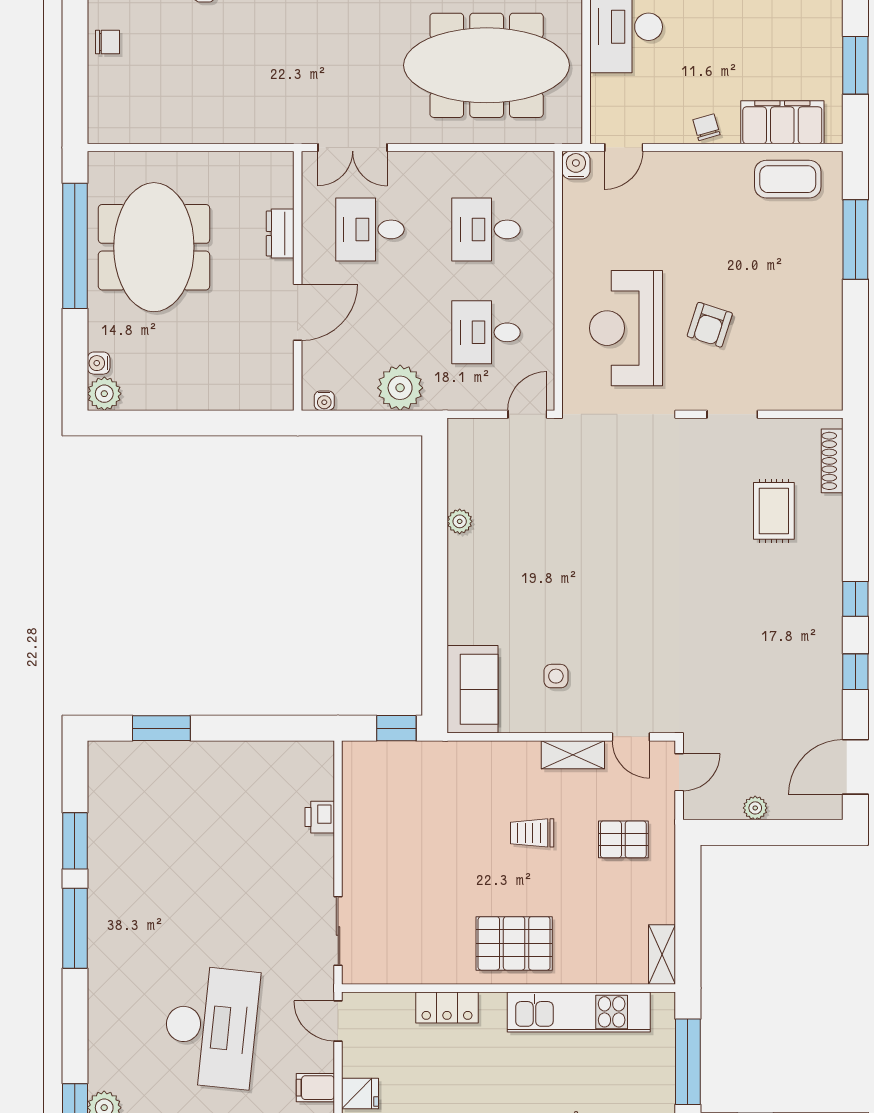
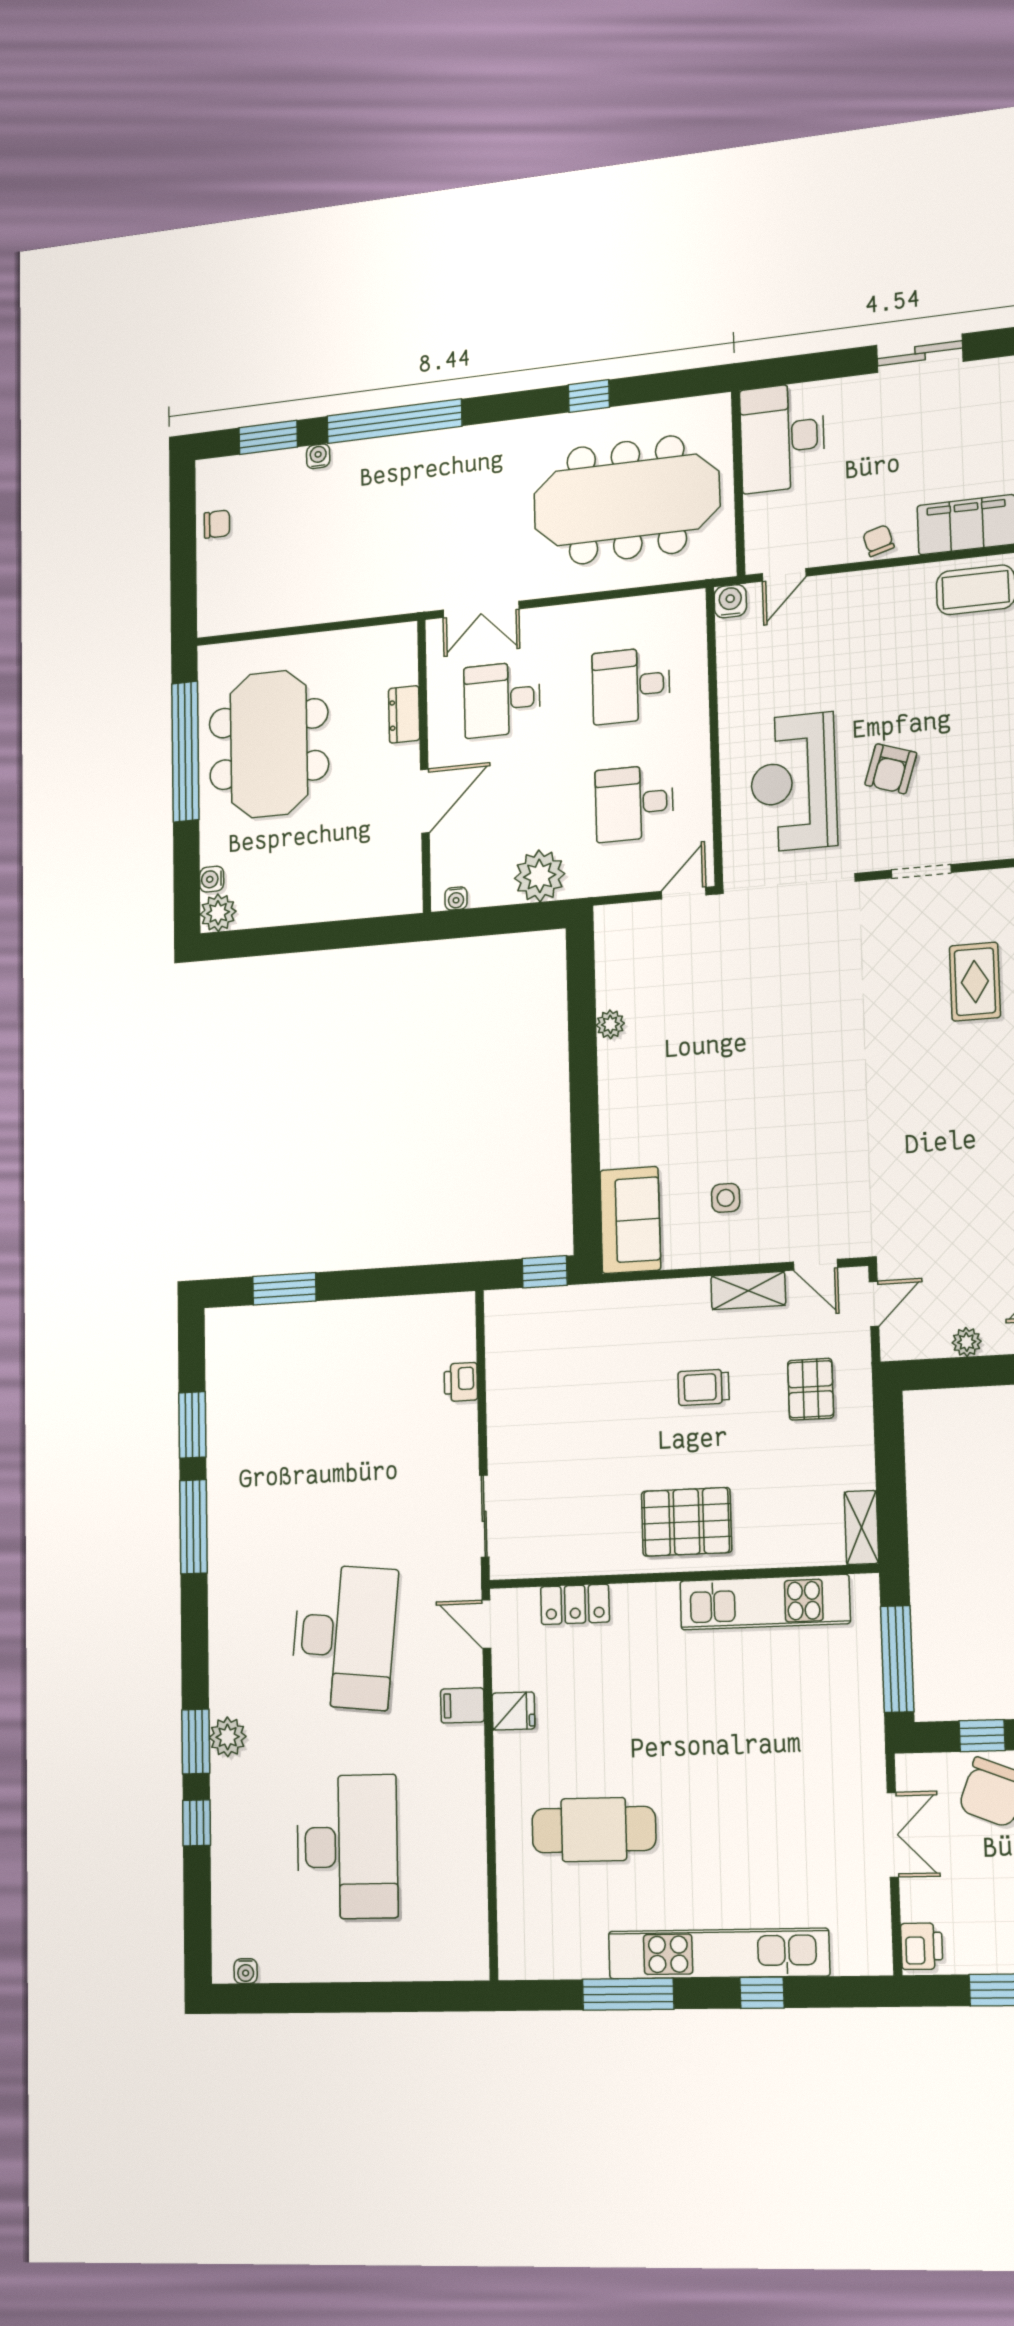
pallet: (623, 839) -> (811, 1389), turned 90
locker: (447, 1008) -> (575, 1604), moved

